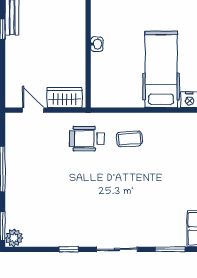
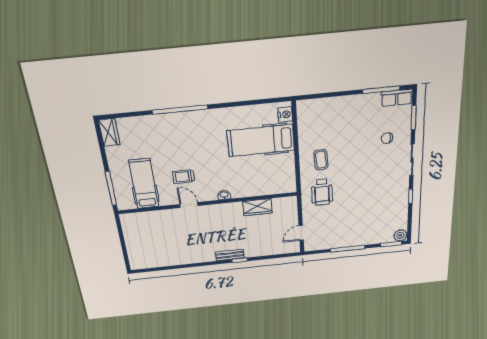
washbasin: (97, 44) -> (224, 195), moved
wardrobe: (65, 98) -> (257, 207), moved, turned -90
chair: (148, 218) -> (387, 138), added

